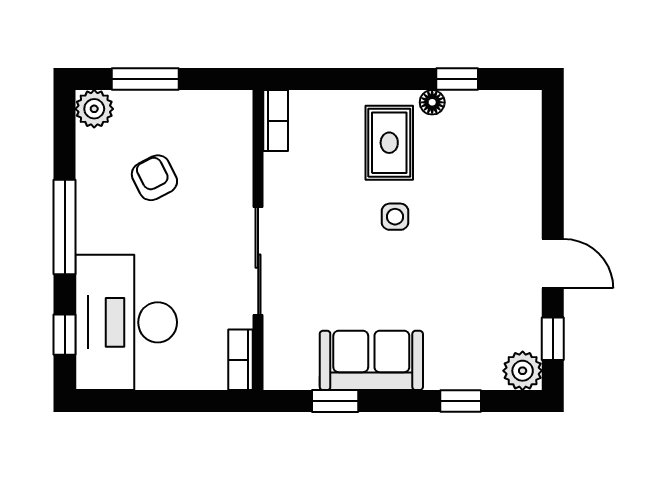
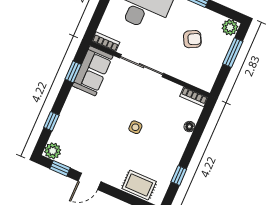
floor lamp: (432, 102) -> (189, 127), moved
rug: (389, 143) -> (139, 185), moved
sofa: (371, 360) -> (93, 71), moved

